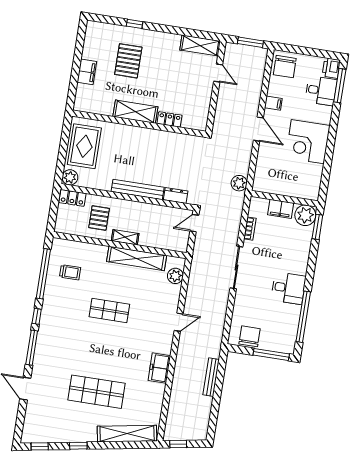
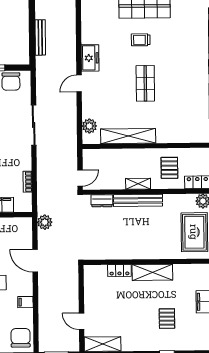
pallet: (128, 61) -> (167, 319), width x0.67, depth x0.71
door: (258, 129) -> (35, 261), moved
shelving: (125, 237) -> (138, 184), moved
sliding door: (236, 267) -> (34, 125), moved
trolley: (70, 272) -> (141, 40), moved
shop shelf: (109, 311) -> (145, 83), turned 90
freezer: (159, 368) -> (90, 58), moved

